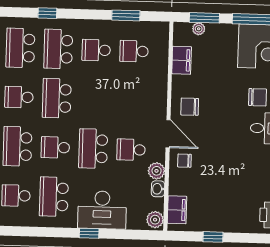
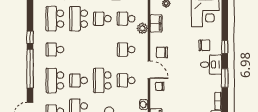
school desk: (57, 98) -> (126, 50), moved, width x0.54
plant: (157, 171) -> (142, 28), moved

